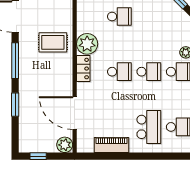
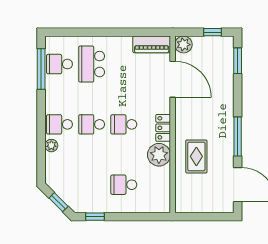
rug: (53, 42) -> (196, 156), turned 90
window: (15, 105) -> (238, 61), moved
piano: (112, 145) -> (152, 44), moved

